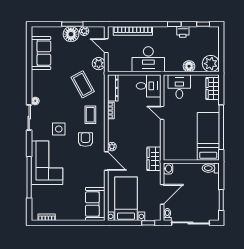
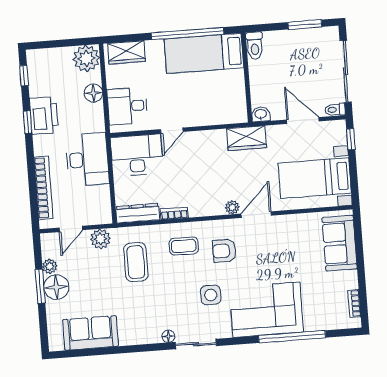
printer: (183, 32) -> (44, 115), width x1.87, depth x1.48
coffee table: (83, 84) -> (136, 262), turned -61
desk: (149, 86) -> (137, 155), width x1.37
sofa: (95, 204) -> (340, 243), moved, turned 90

